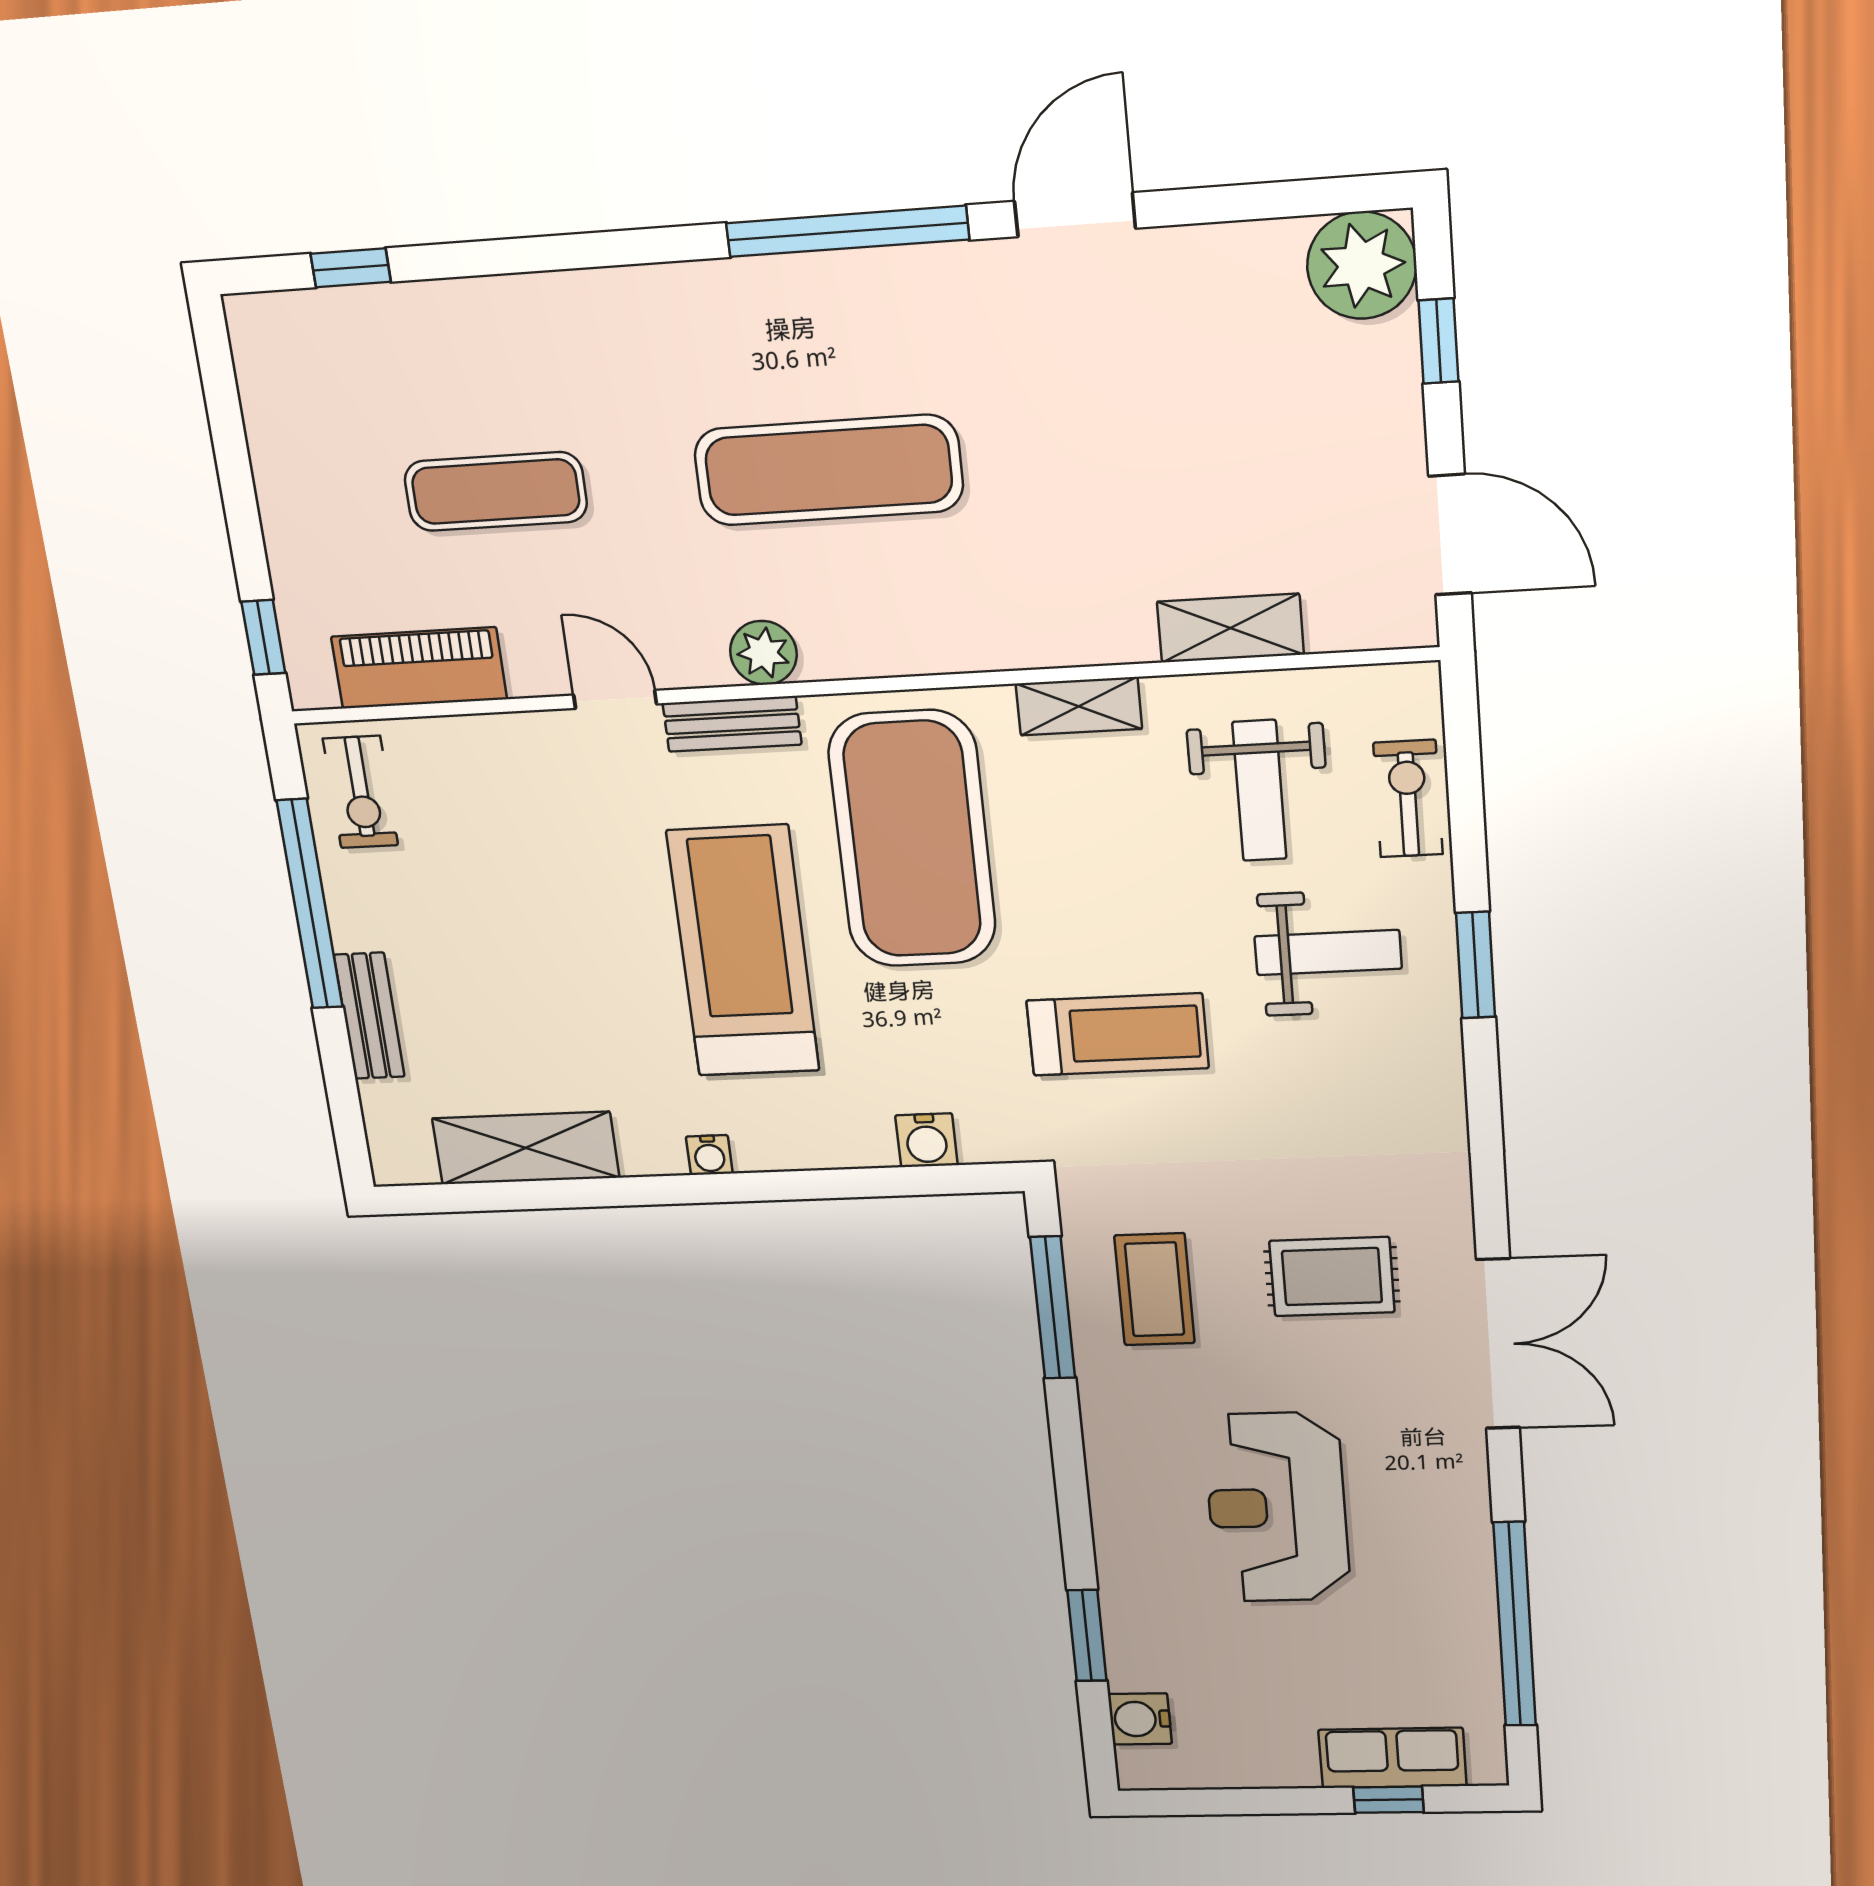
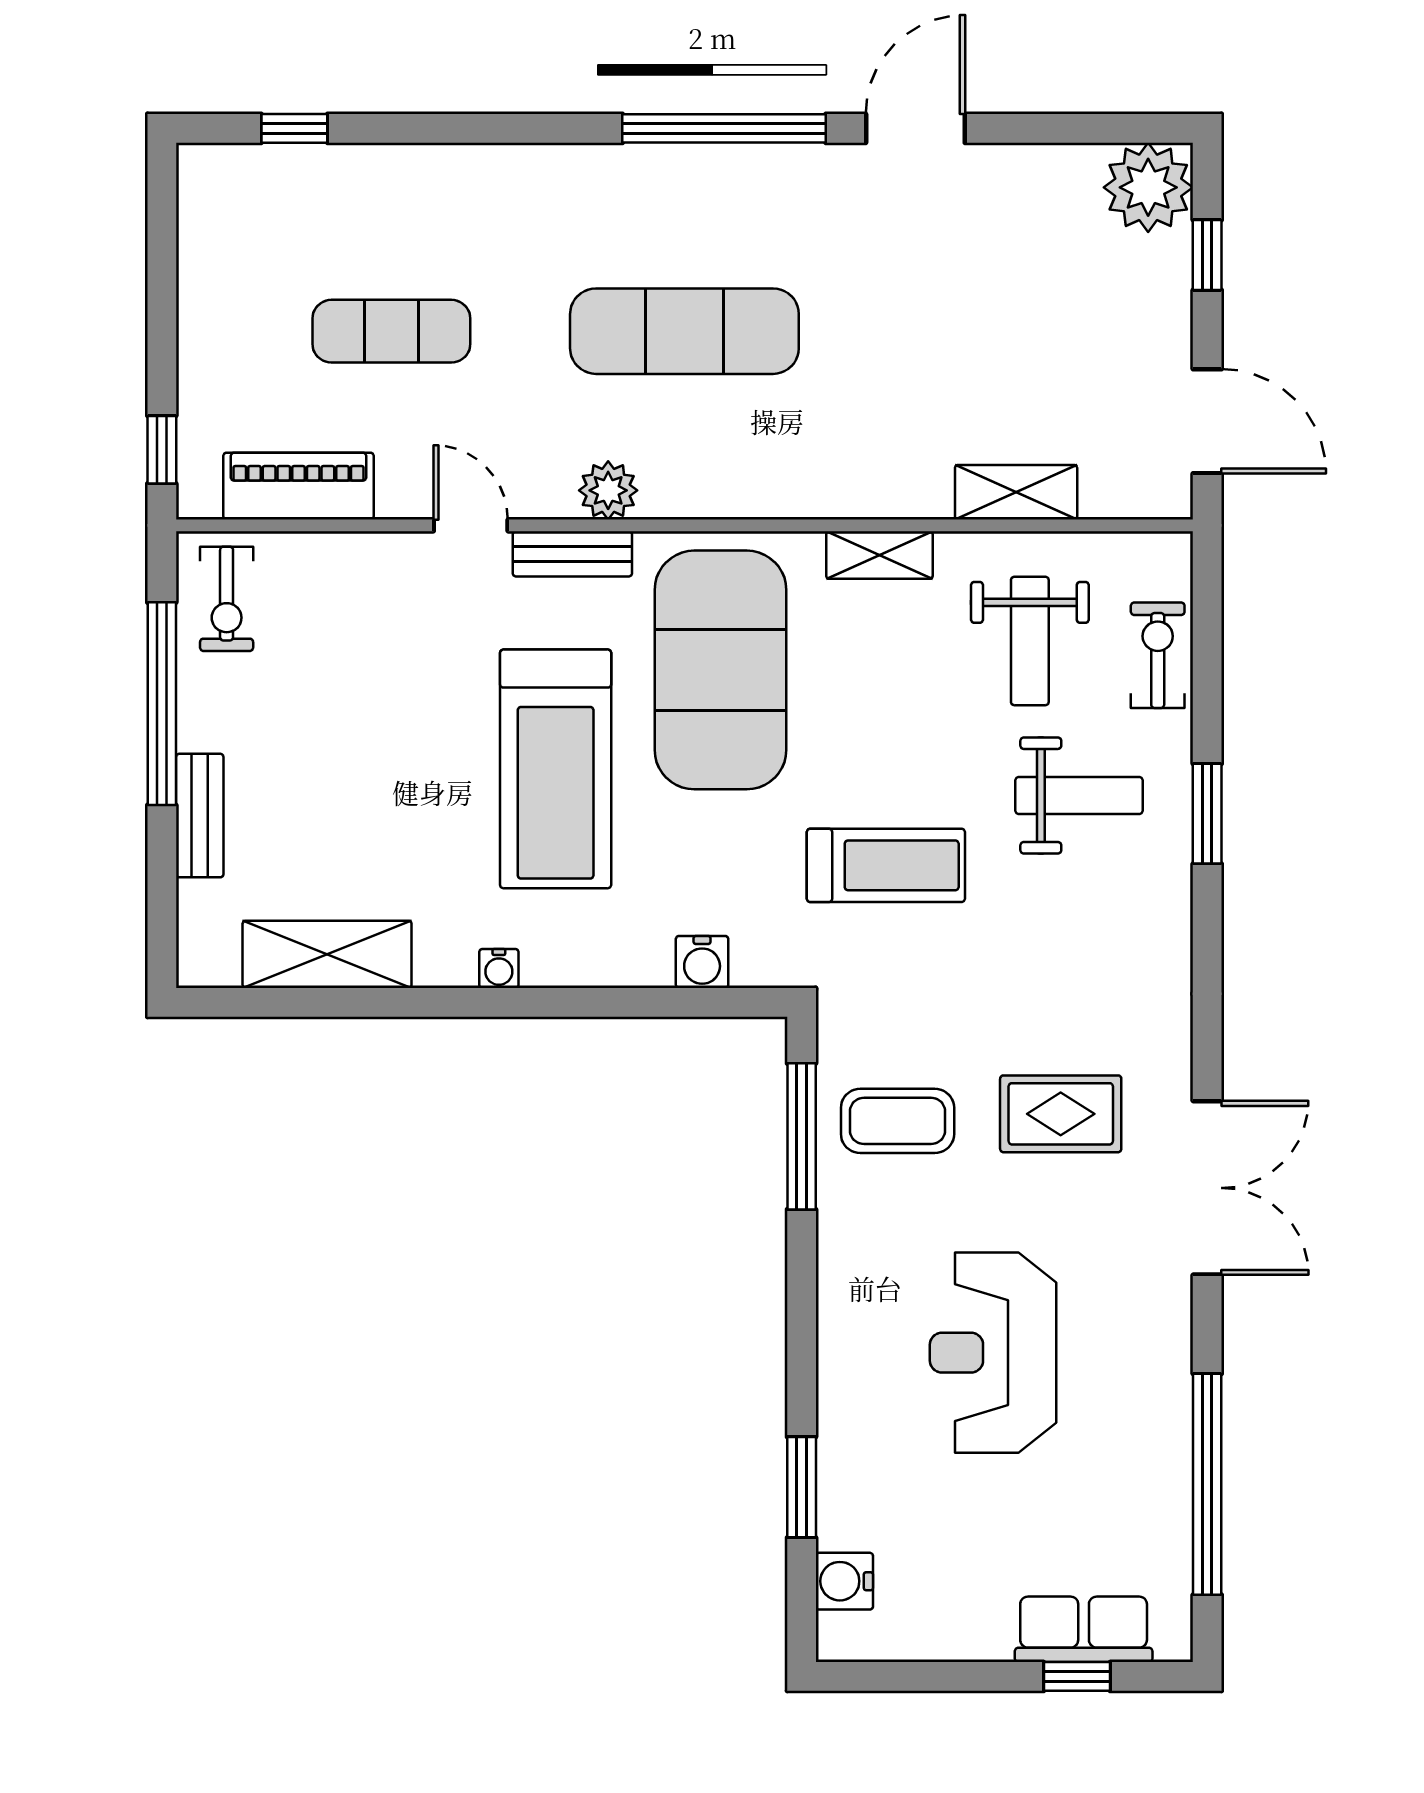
treadmill: (743, 951) -> (556, 769), turned 180
coffee table: (1155, 1289) -> (898, 1121), turned 90

